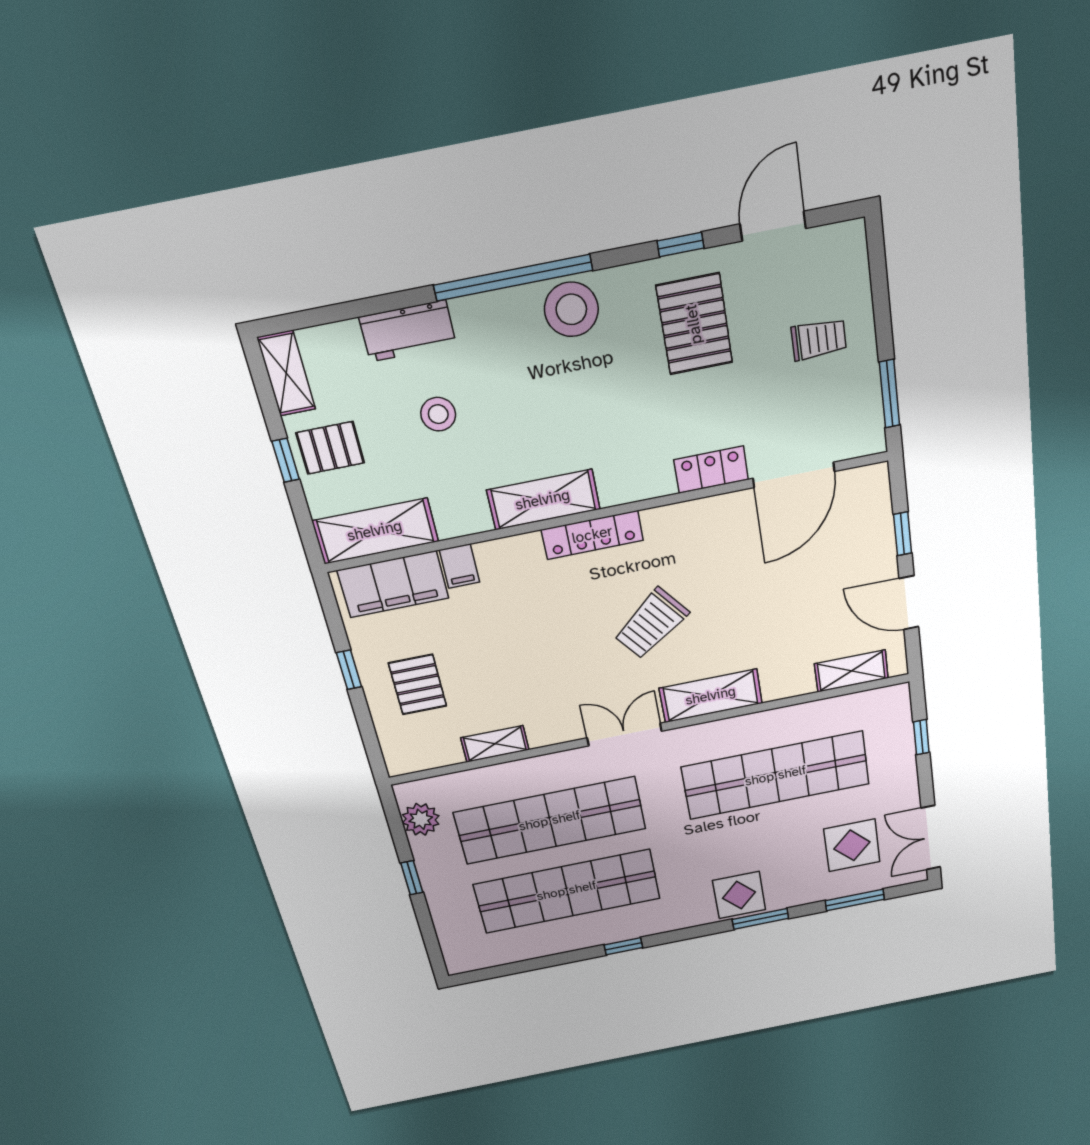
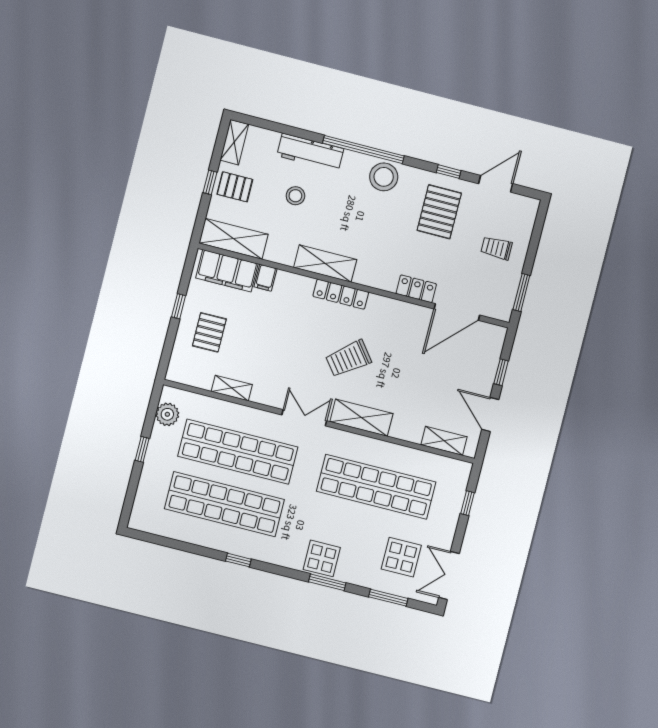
workbench: (408, 331) -> (310, 152), width x1.38
trolley: (819, 339) -> (497, 248), turned 180

